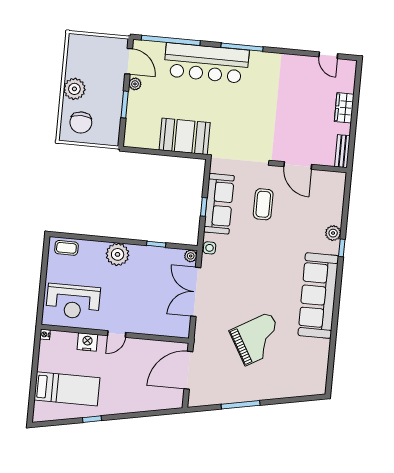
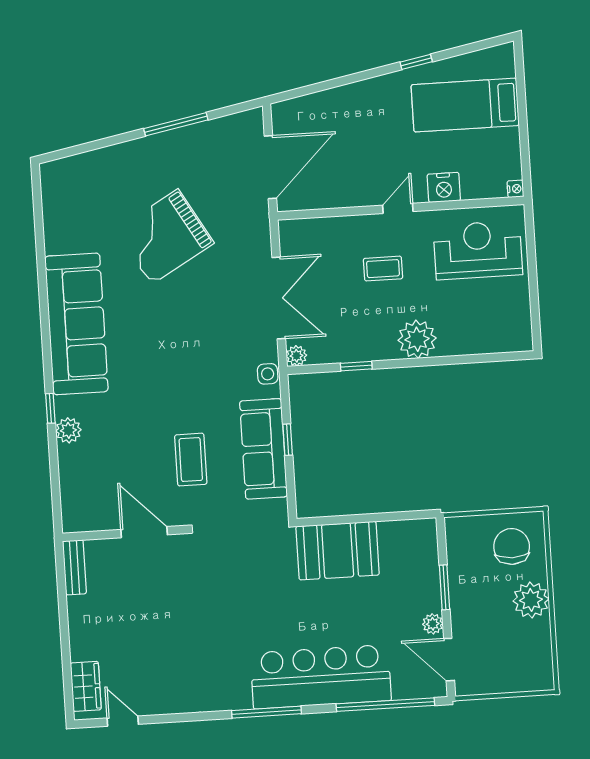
wardrobe: (344, 108) -> (86, 686), moved
coffee table: (66, 248) -> (383, 269), moved

